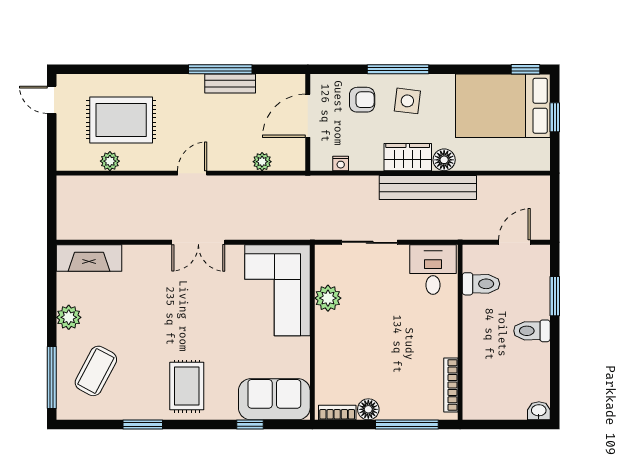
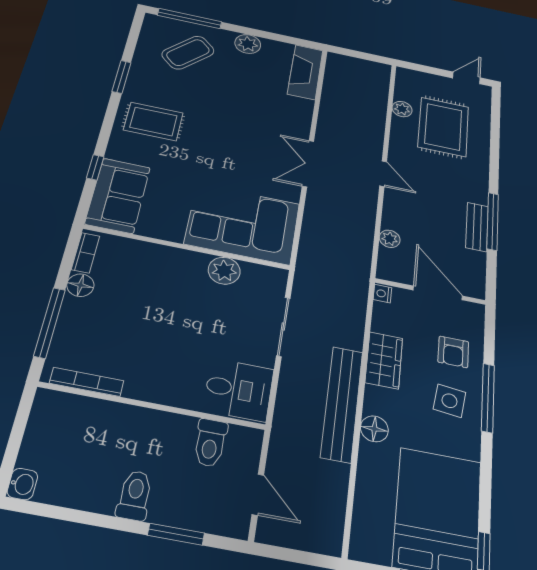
wardrobe: (408, 157) -> (384, 360), moved
nightstand: (341, 163) -> (382, 294), moved
coffee table: (96, 371) -> (188, 53), turned -74

